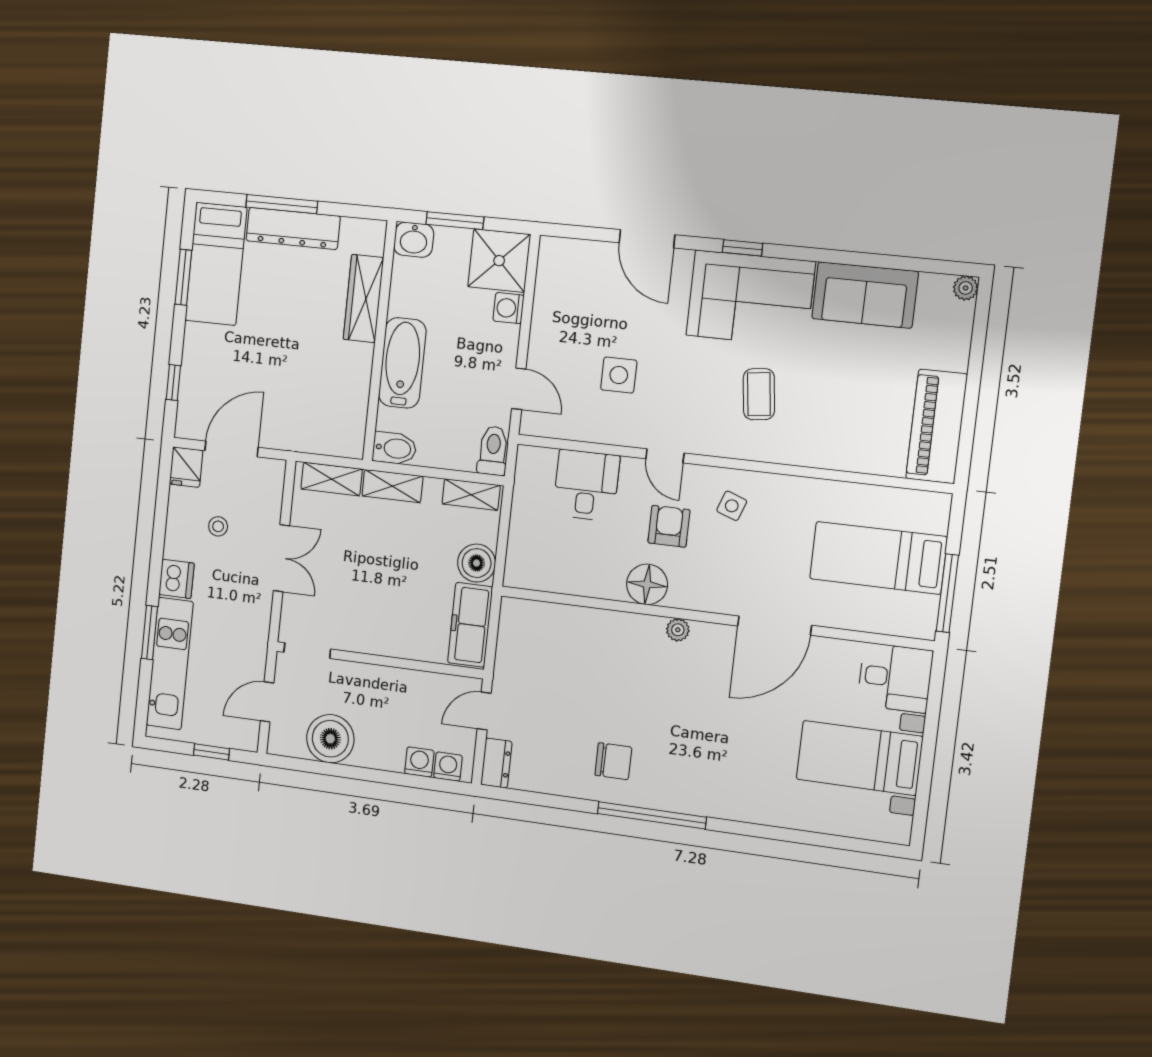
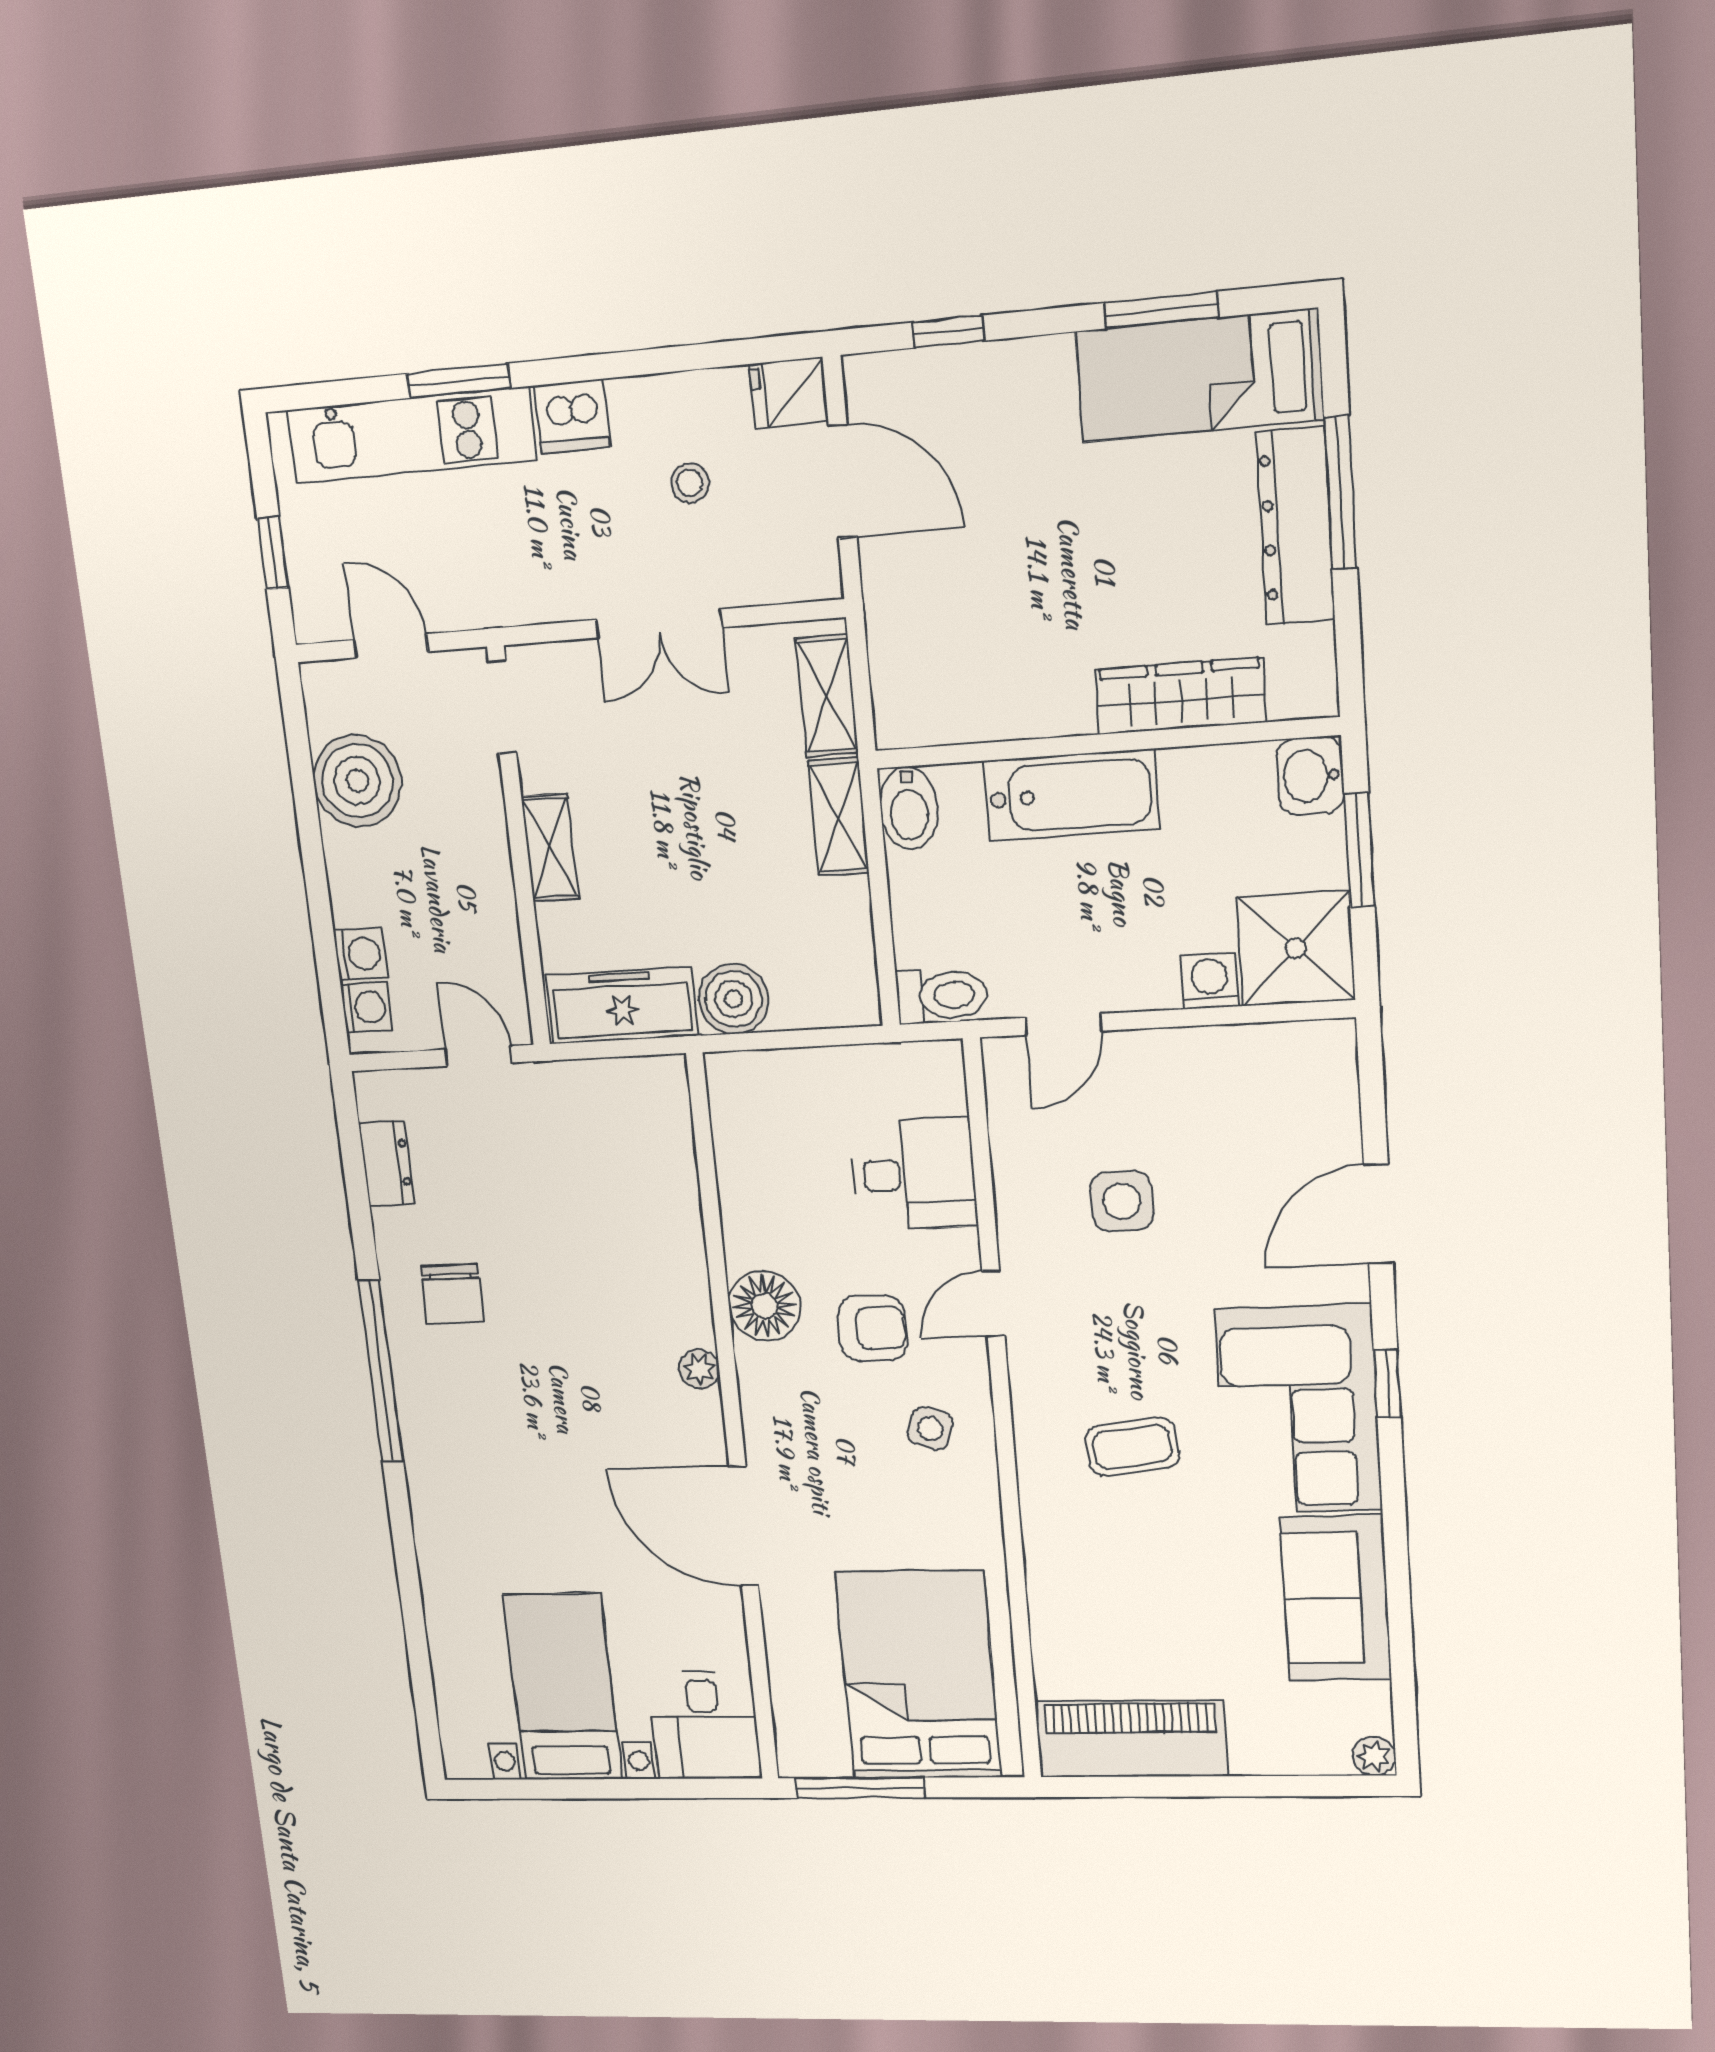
shelving: (471, 495) -> (550, 848), moved
bed: (878, 558) -> (918, 1675), width x1.50
dresser: (496, 763) -> (387, 1163), moved, turned -90

